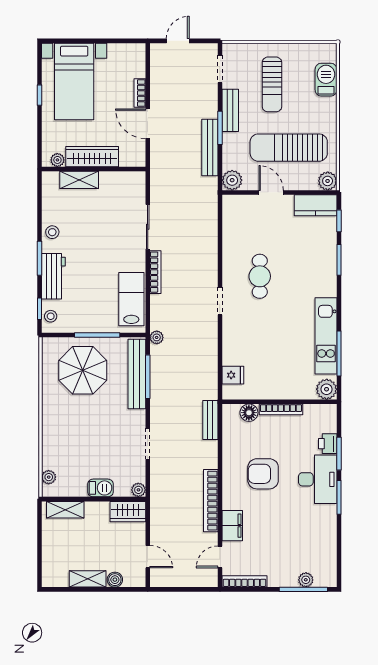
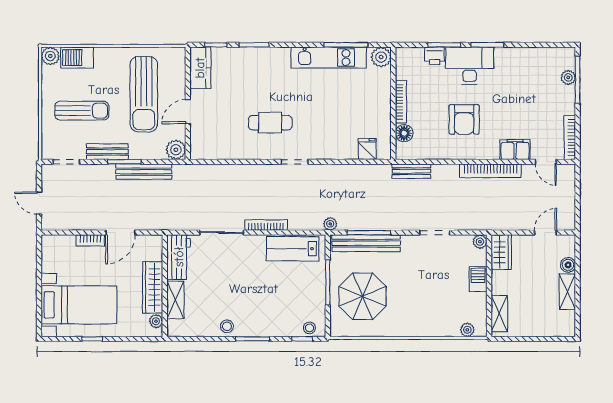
plant: (328, 181) -> (50, 56), moved
workbench: (53, 276) -> (179, 257), moved, turned 90

